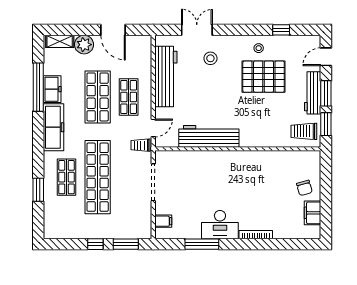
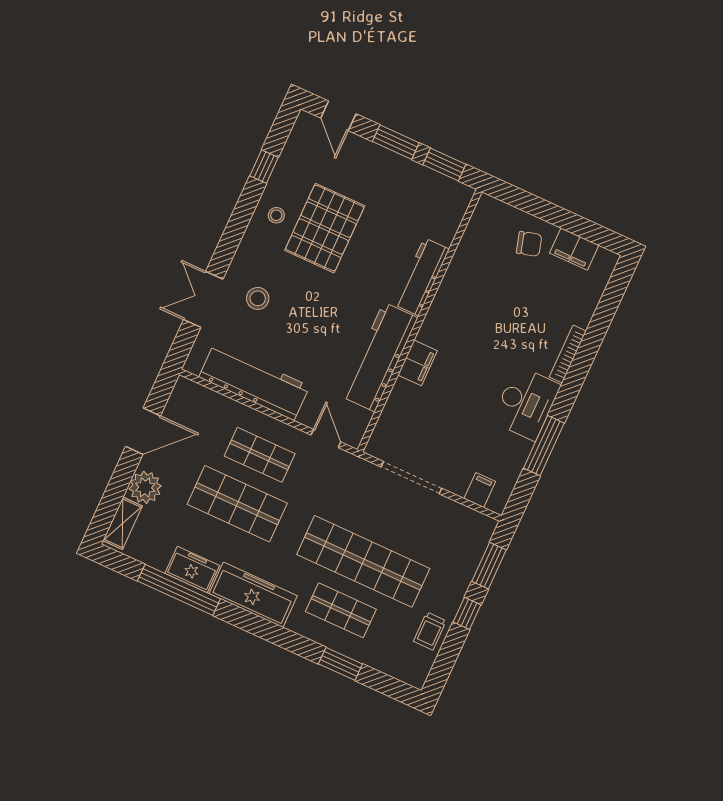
workbench: (313, 93) -> (422, 277), moved, turned 90
trolley: (304, 131) -> (440, 204), removed
trolley: (141, 145) -> (430, 631), moved
filing cabinet: (215, 158) -> (418, 363), added

